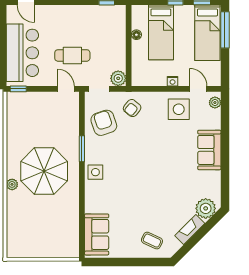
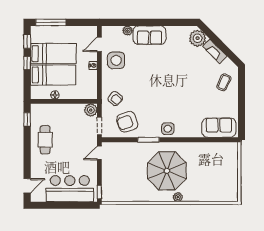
bed: (207, 33) -> (53, 54), moved
cafe table: (72, 55) -> (45, 140), moved
plant: (215, 103) -> (127, 31), moved

